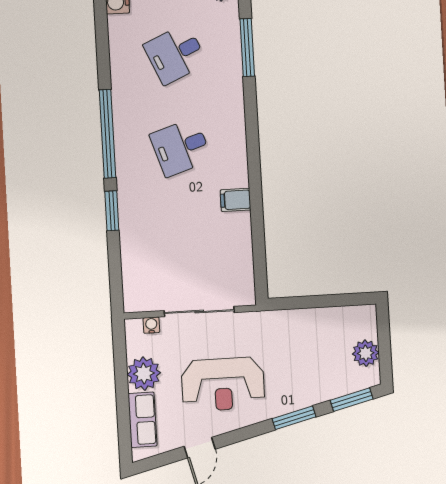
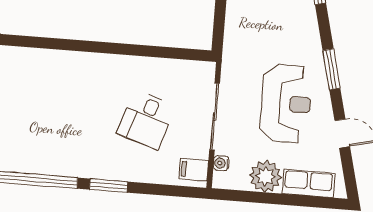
desk: (181, 147) -> (146, 120), moved, turned 36
filing cabinet: (236, 200) -> (194, 170), moved, turned 90
window: (294, 418) -> (331, 69), moved

